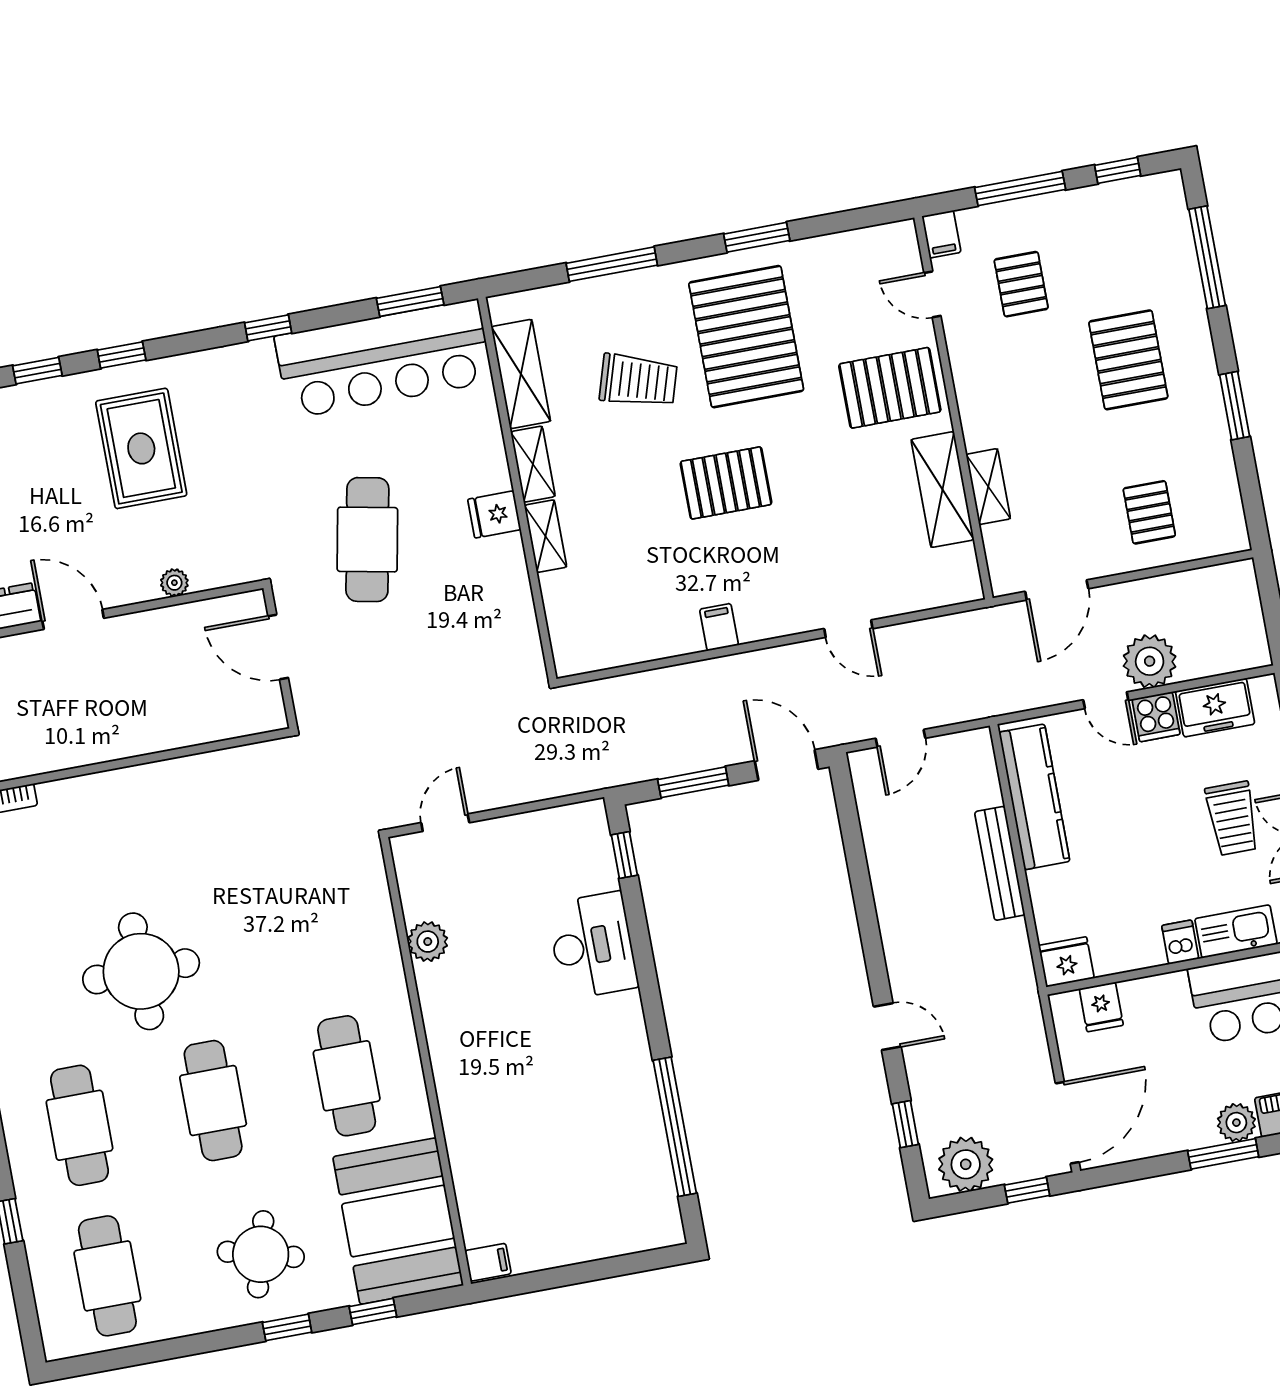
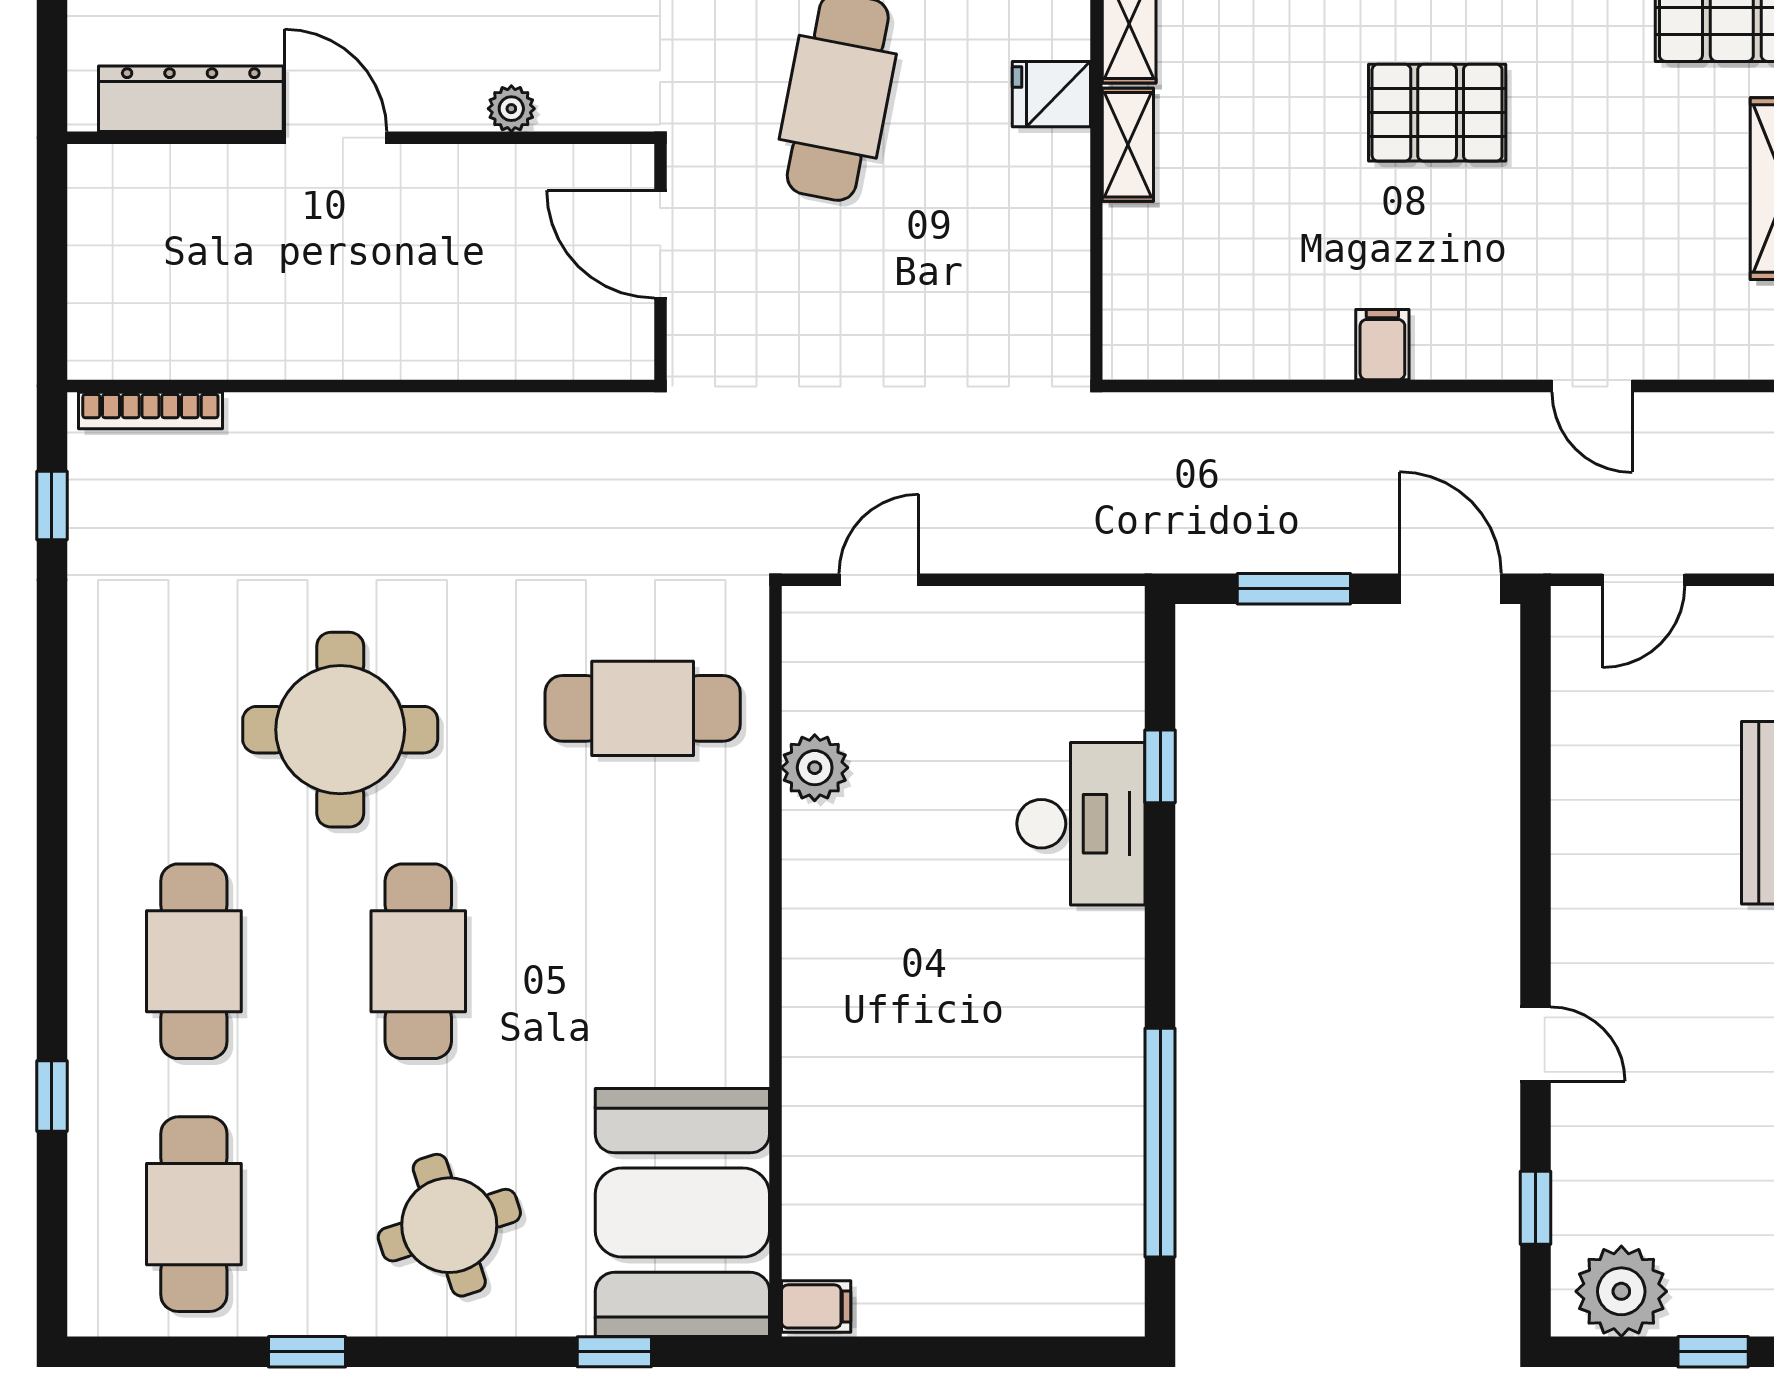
window: (624, 855) -> (1160, 766), moved
cafe table: (347, 1076) -> (643, 708), moved, turned 90
round table: (261, 1254) -> (449, 1225), turned -33
window: (287, 1327) -> (307, 1352), moved

